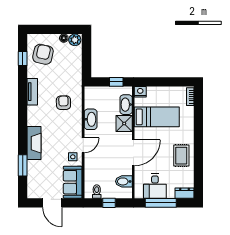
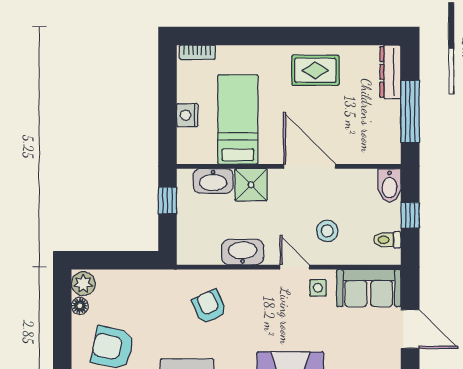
nightstand: (140, 92) -> (187, 115), moved
armchair: (63, 103) -> (209, 307), turned 67
stool: (101, 162) -> (327, 231), added
bidet: (124, 181) -> (389, 185), moved
desk: (155, 186) -> (377, 123), removed
dresser: (185, 193) -> (390, 72), width x1.44
door: (52, 203) -> (410, 329), hinge flipped

